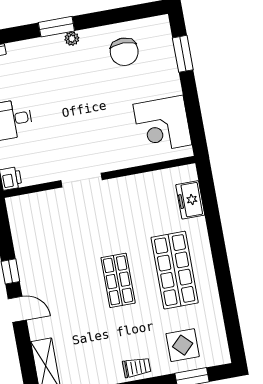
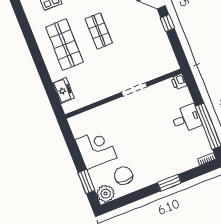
plant: (72, 39) -> (106, 194), moved, width x1.88, depth x1.88
corner desk: (162, 124) -> (96, 149), moved

